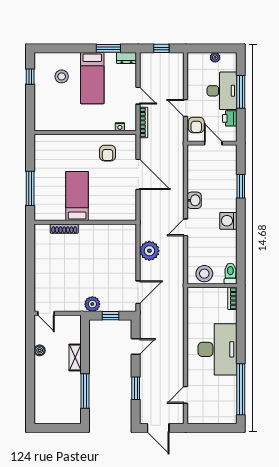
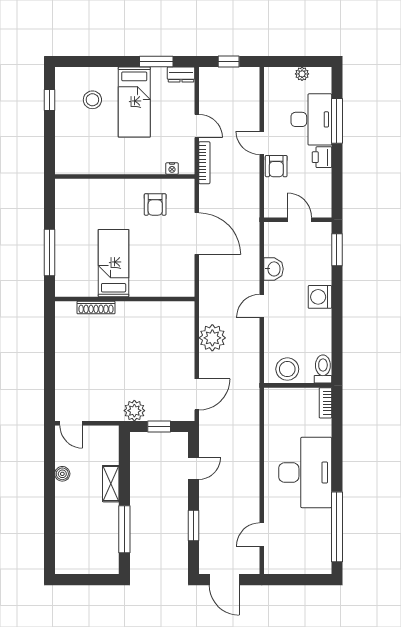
wall: (212, 143) -> (298, 220), moved
door: (213, 143) -> (299, 220), moved

